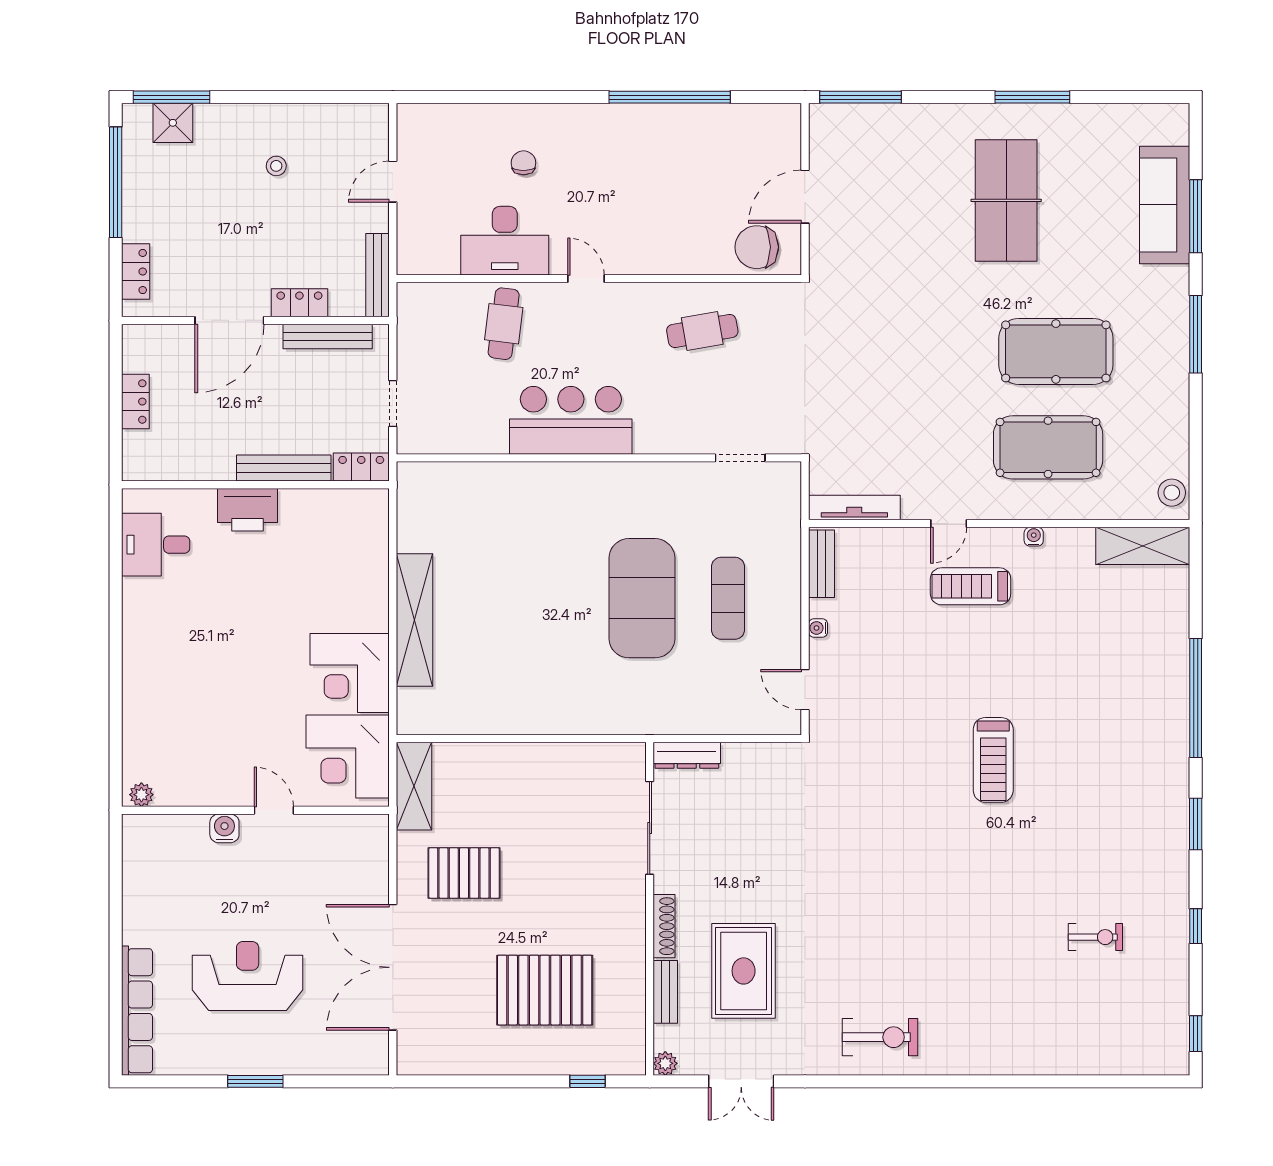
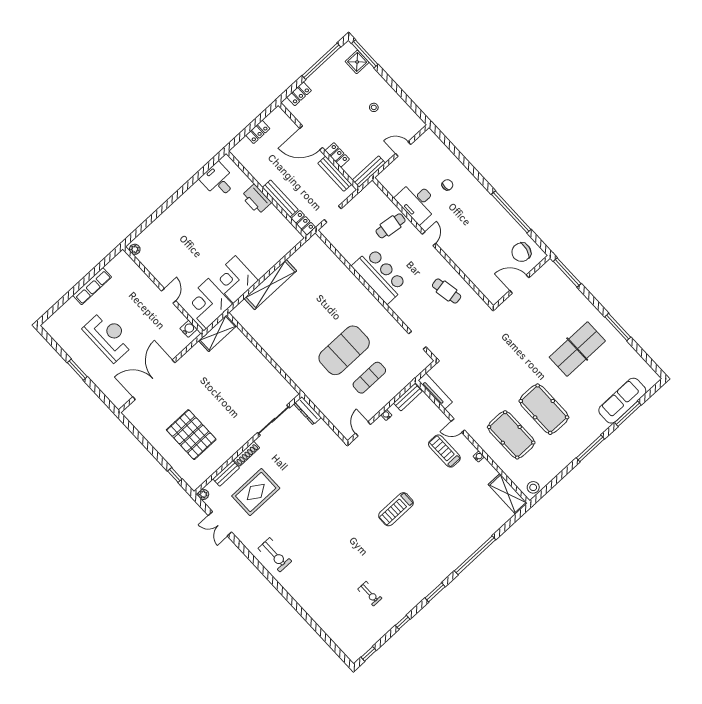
chair: (757, 247) -> (521, 252), moved, turned -77
water cooler: (224, 828) -> (189, 329), moved
pallet: (464, 873) -> (205, 375), removed
row of seats: (137, 1011) -> (92, 286), moved, width x0.73

